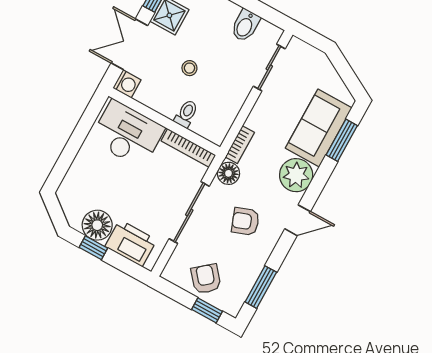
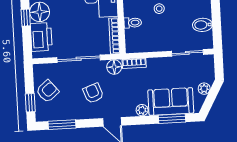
plant: (329, 75) -> (204, 89), added
plant: (296, 175) -> (142, 110), width x0.53, depth x0.53

